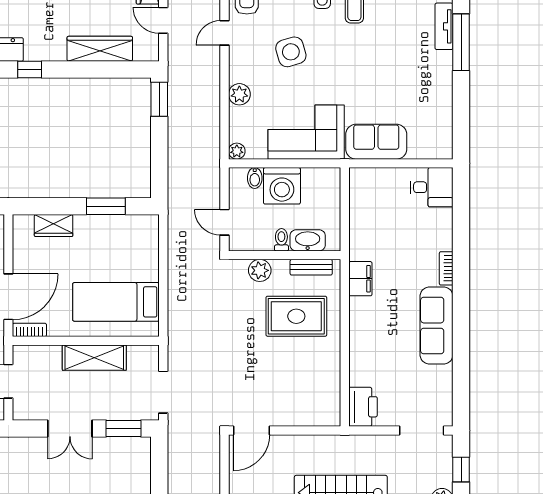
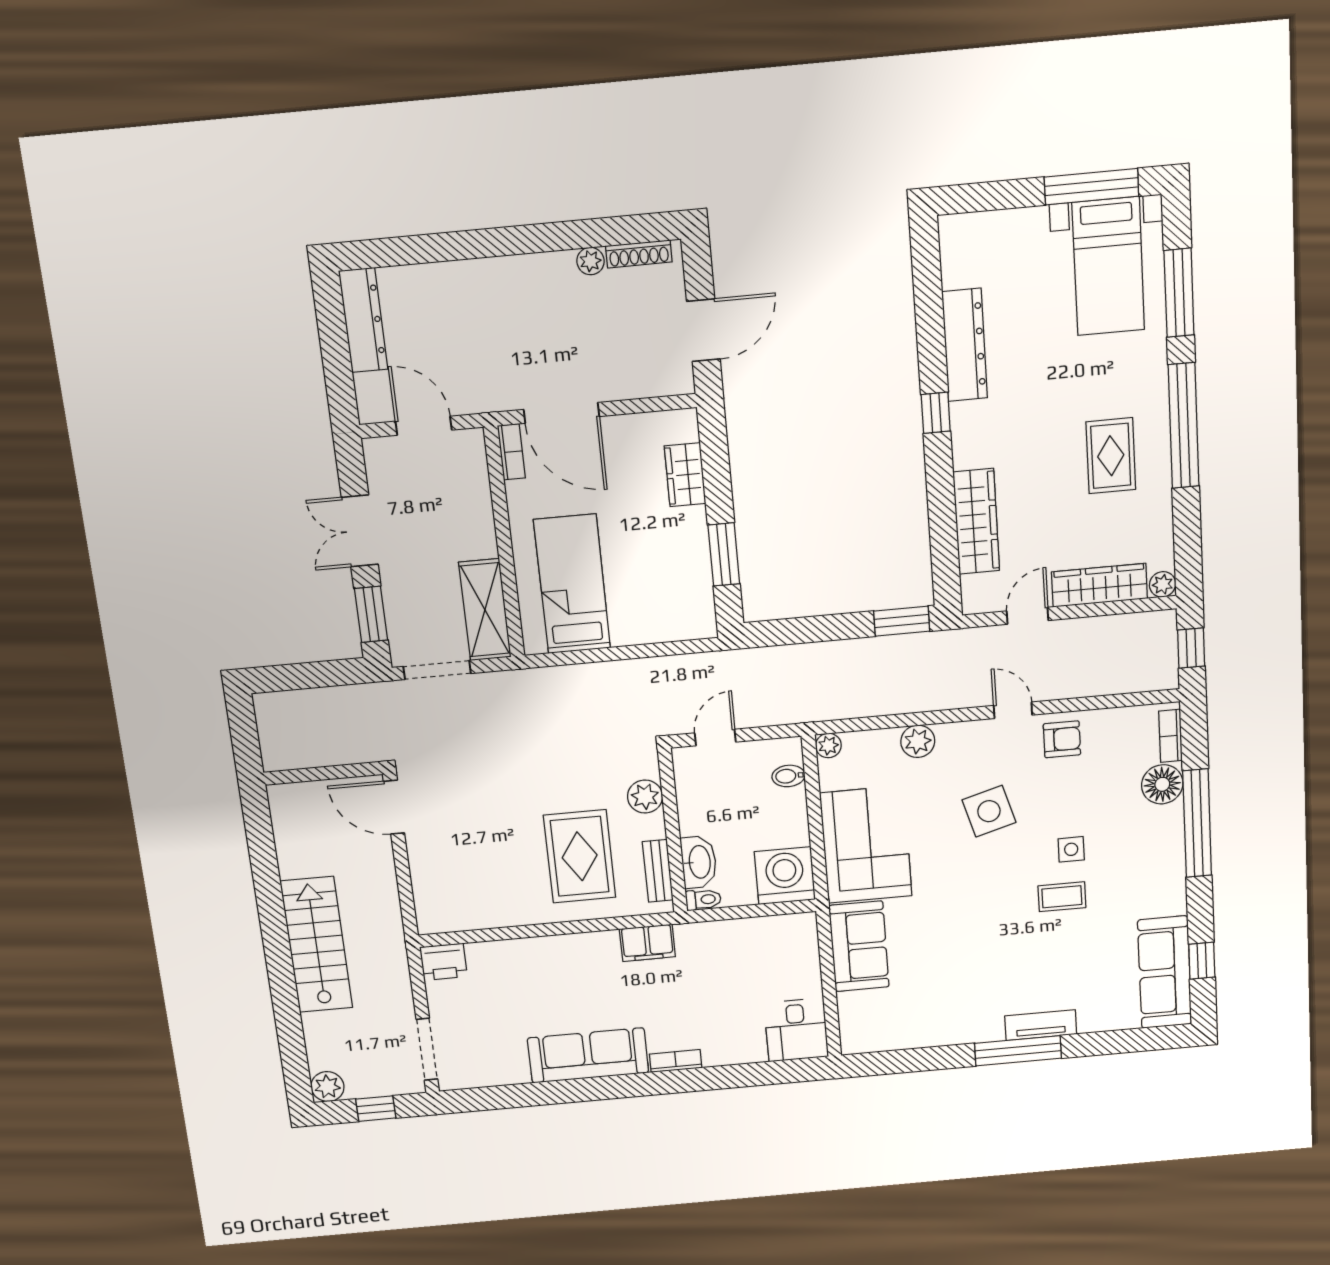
washing machine: (282, 186) -> (785, 876), moved, turned 90
toilet: (281, 240) -> (703, 900), moved
shelving: (94, 358) -> (485, 610), moved
printer: (363, 407) -> (444, 962), width x0.73, depth x0.84

